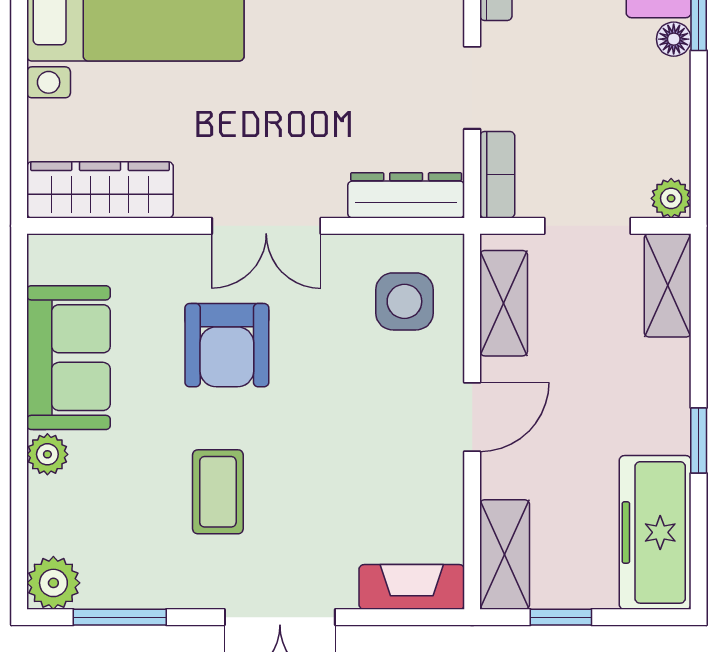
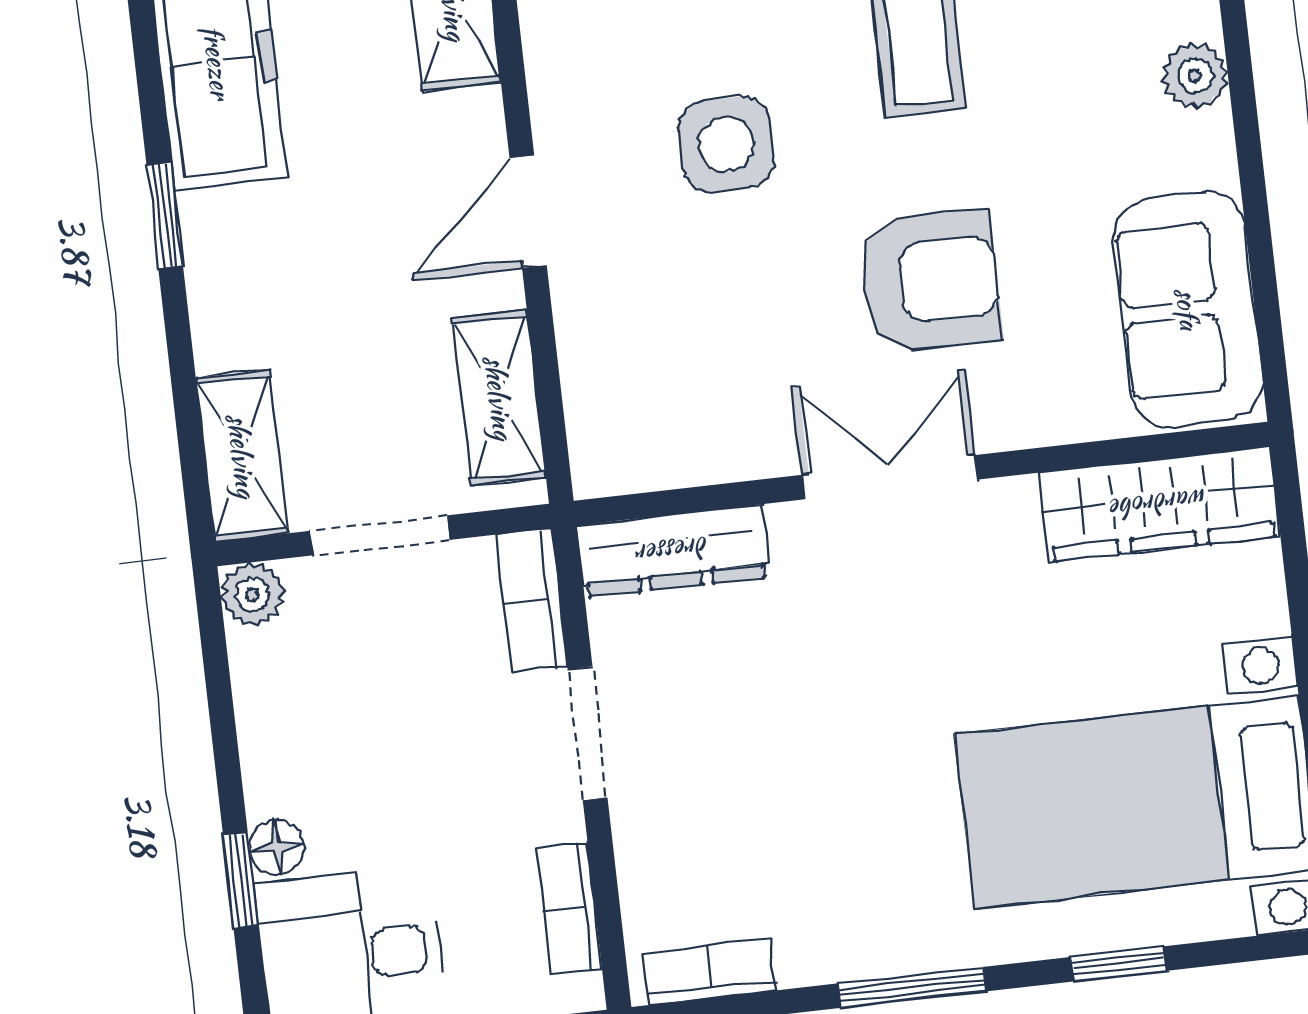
side table: (404, 301) -> (726, 144), moved
armchair: (227, 345) -> (930, 281), turned 90
sofa: (69, 358) -> (1188, 309), moved

